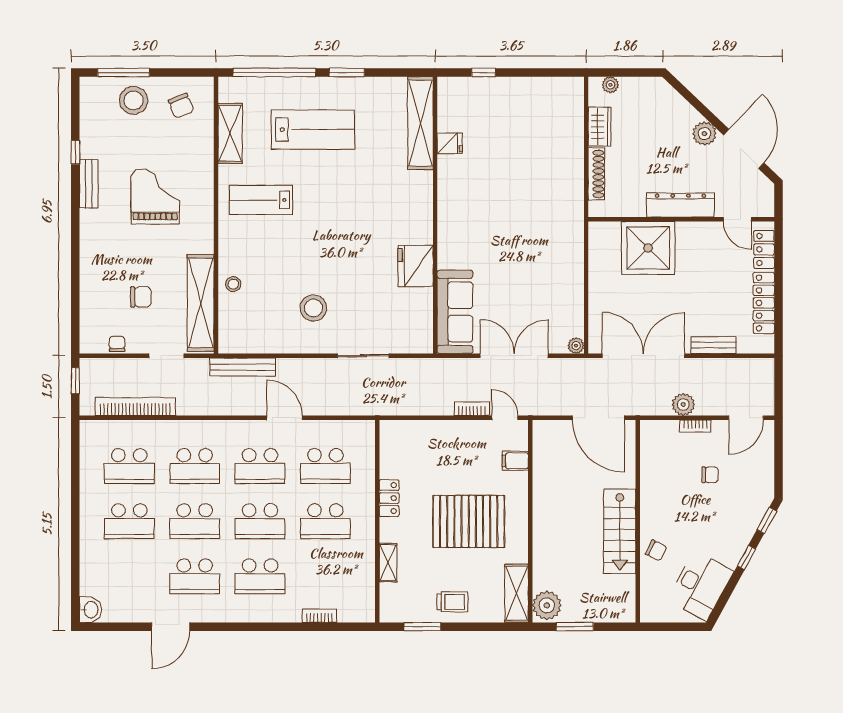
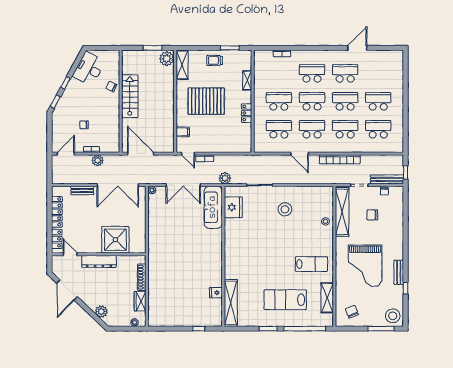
stool: (134, 100) -> (393, 316), moved
plant: (704, 134) -> (101, 311), moved
grand piano: (155, 196) -> (365, 266), width x1.37, depth x1.48
fridge: (416, 266) -> (233, 207), moved
bench: (243, 367) -> (387, 179), moved
plant: (432, 370) -> (225, 178), added
bookcase: (135, 407) -> (340, 159), moved
washbasin: (90, 610) -> (398, 57), removed

